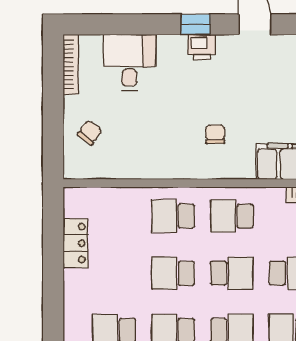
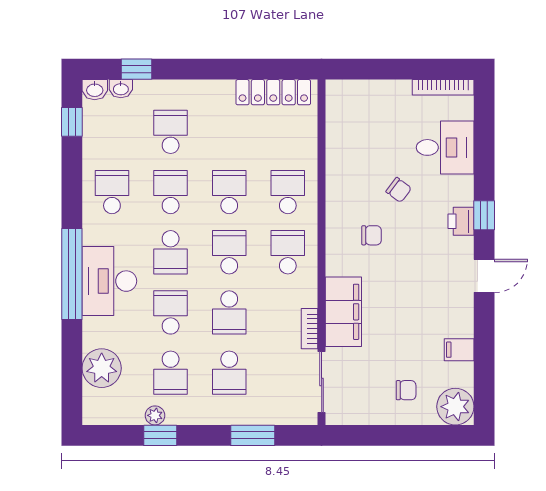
chair: (90, 132) -> (399, 190), moved
locker: (75, 243) -> (273, 92), width x1.53
school desk: (232, 273) -> (229, 252), turned 180

